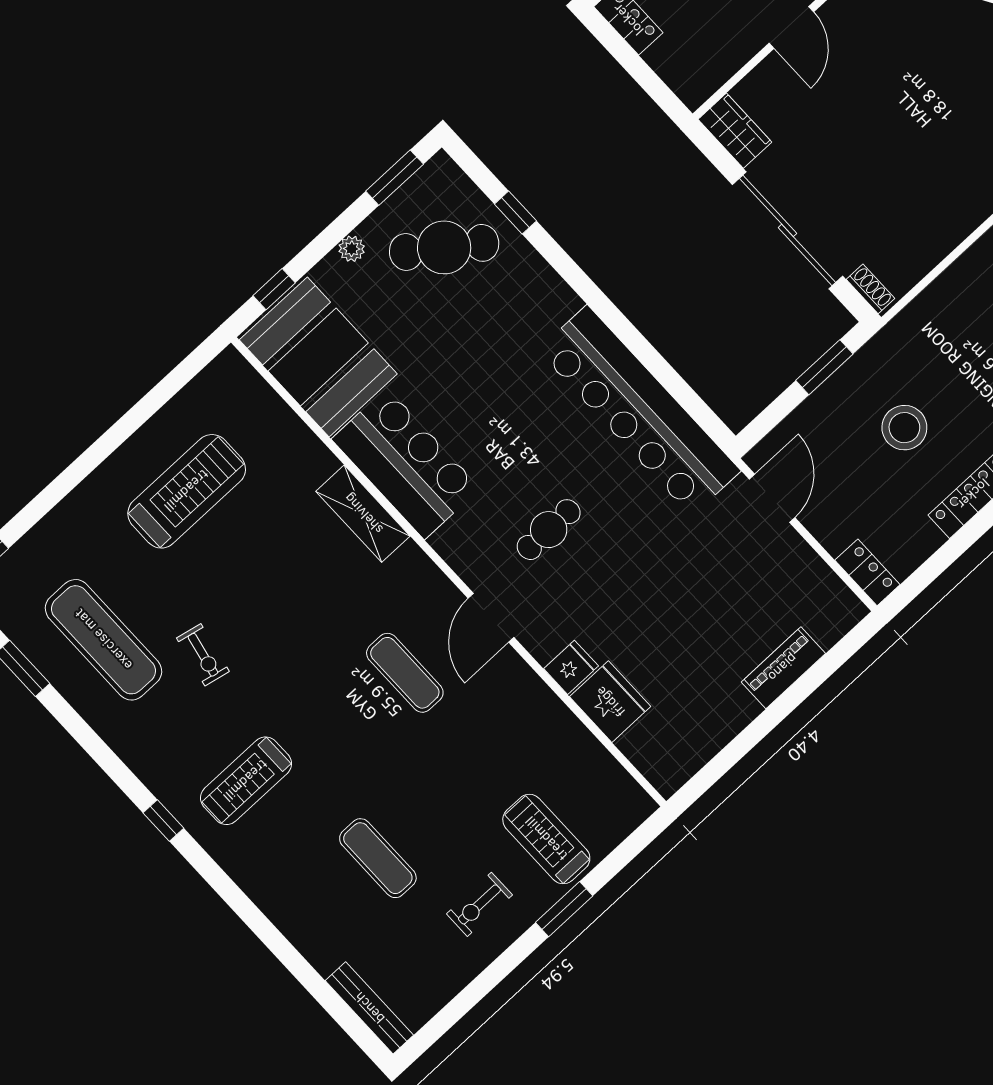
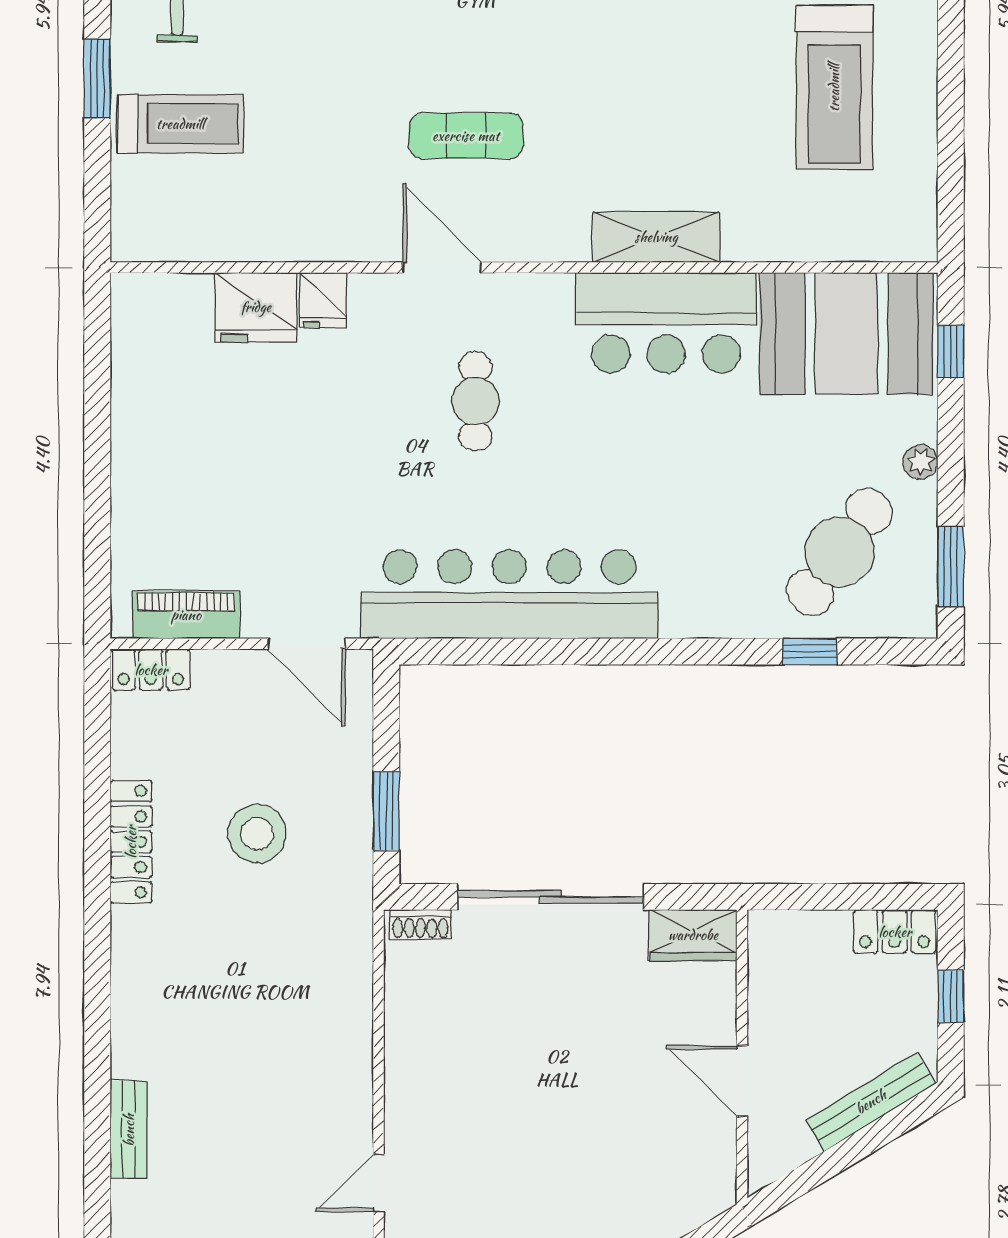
piano: (783, 668) -> (186, 615), moved, turned -90

